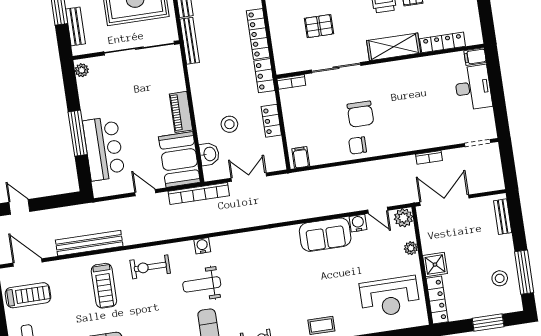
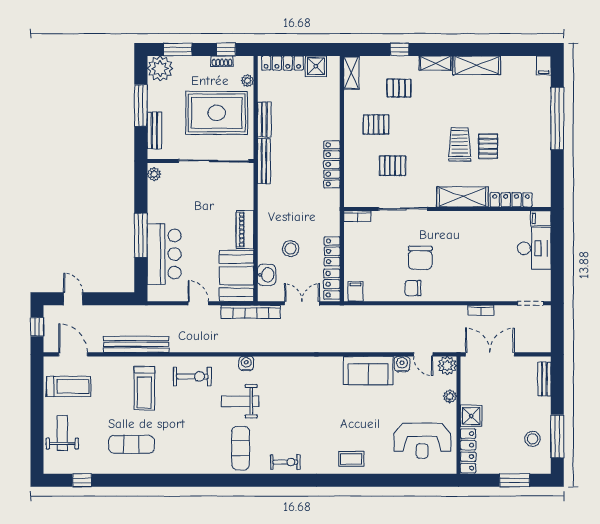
locker: (264, 76) -> (332, 284), moved
exercise bike: (150, 267) -> (192, 376), turned 180

